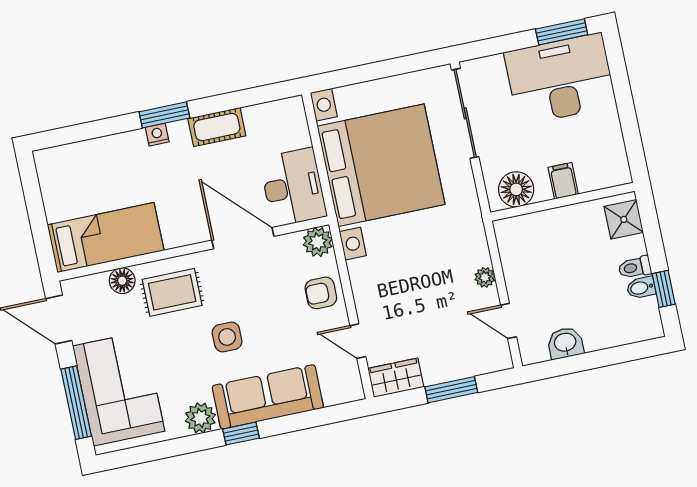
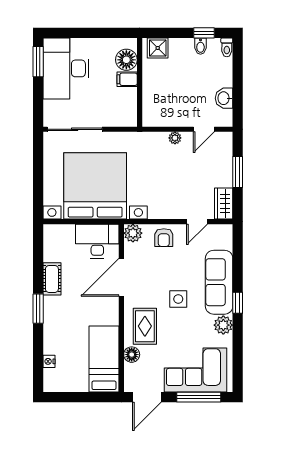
nightstand: (157, 135) -> (49, 361), moved
floor lamp: (516, 189) -> (126, 60), moved
toilet: (635, 267) -> (227, 47), moved

